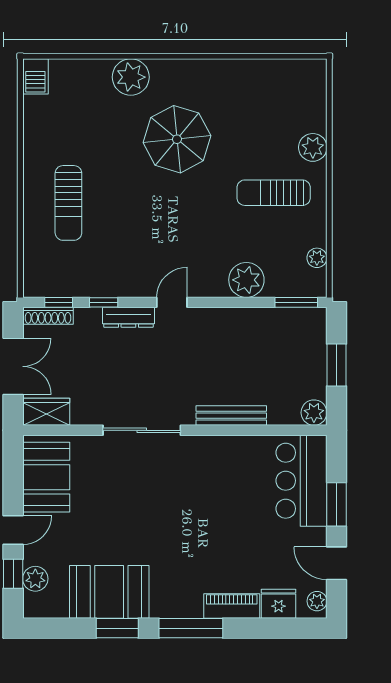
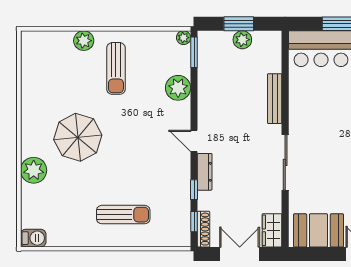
plant: (317, 258) -> (184, 38), moved
plant: (314, 413) -> (242, 40), moved

